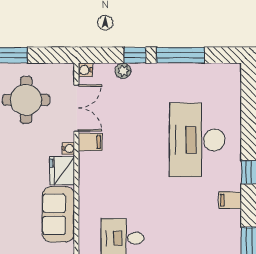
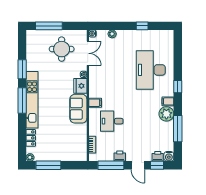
window: (135, 55) -> (118, 26), removed
window: (181, 55) -> (142, 26), width x0.46
filing cabinet: (90, 142) -> (95, 103), moved
plant: (227, 224) -> (166, 114), added

